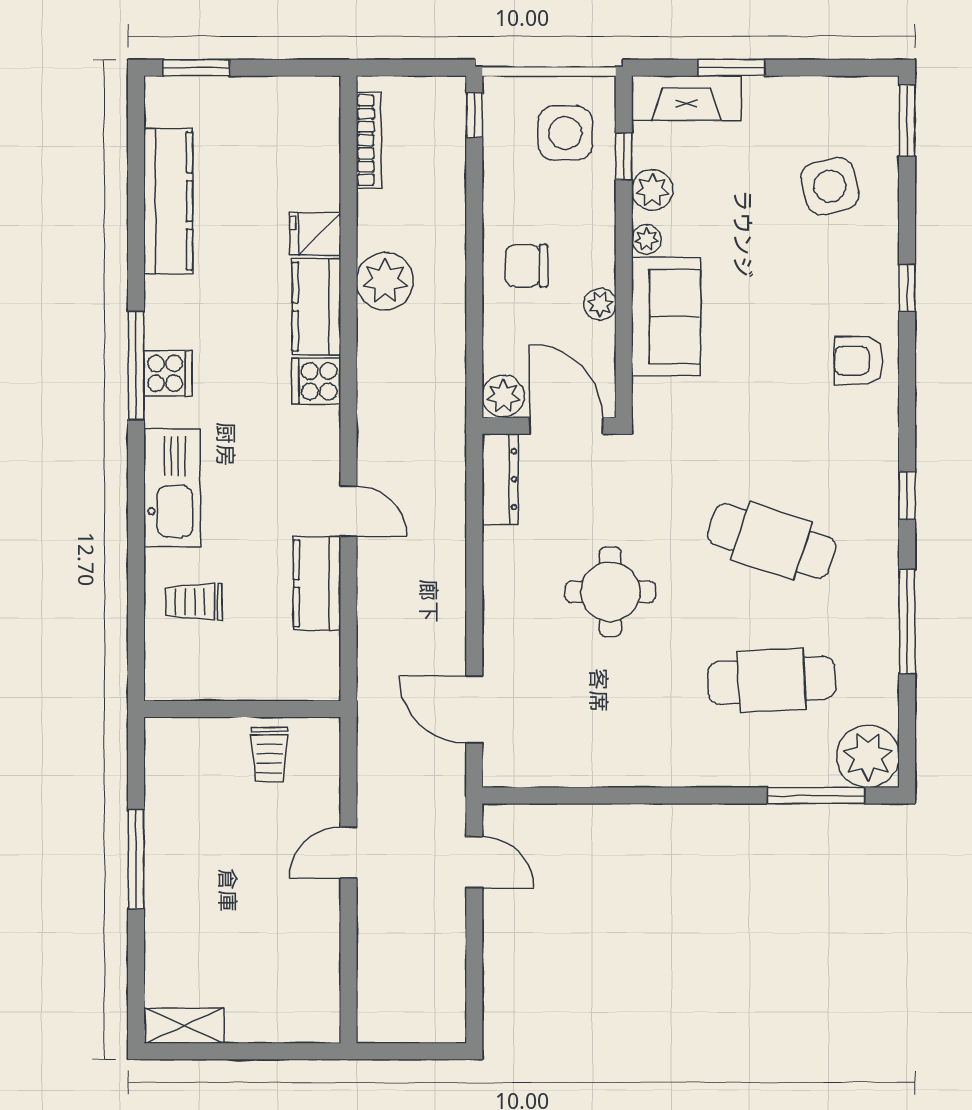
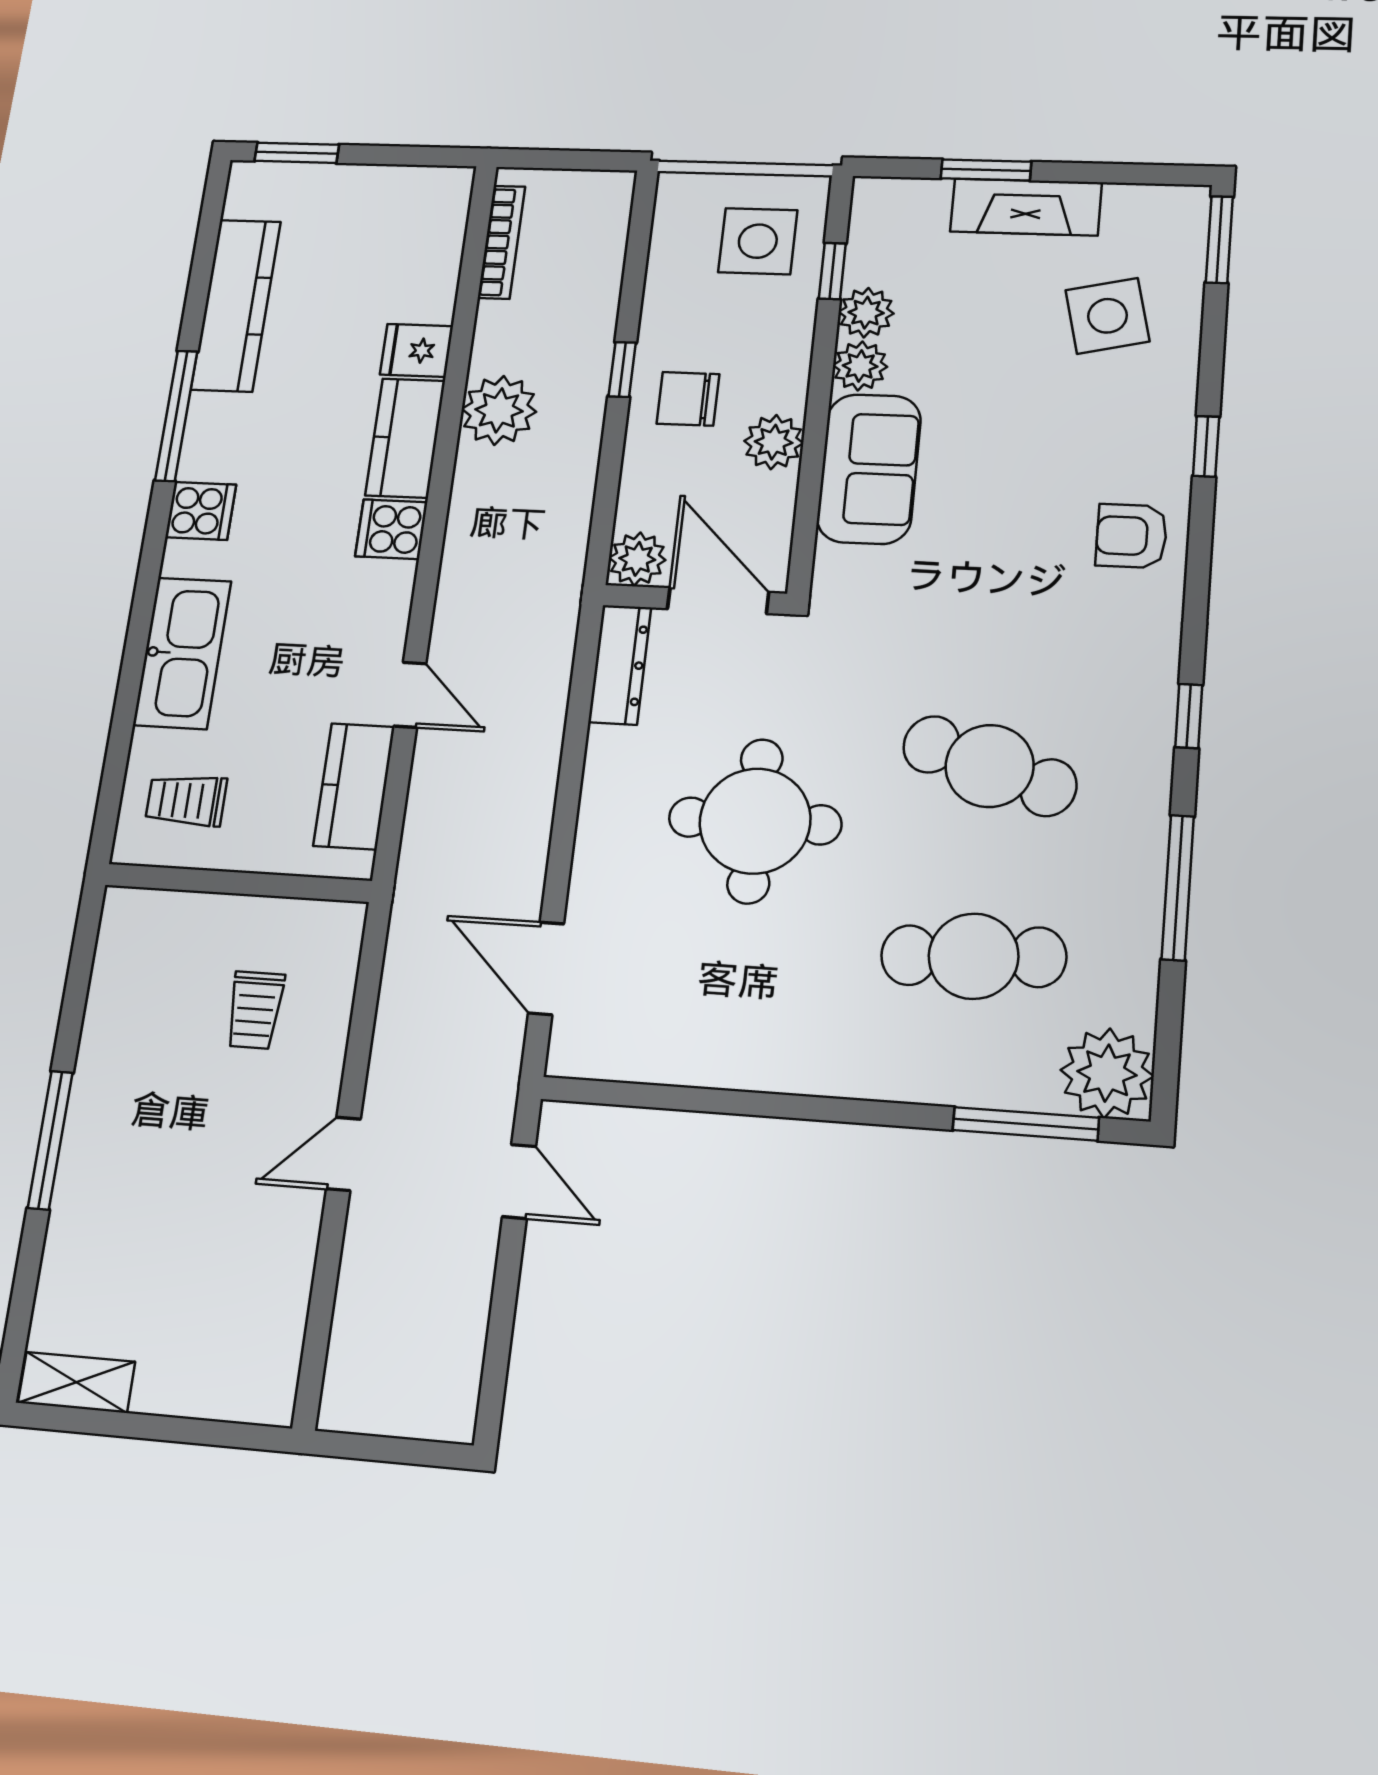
fireplace: (686, 98) -> (1026, 207), moved
window: (474, 115) -> (622, 369), moved
plant: (646, 239) -> (860, 366), width x1.38, depth x1.38
plant: (600, 304) -> (774, 442), width x1.38, depth x1.38
window: (136, 366) -> (176, 416), moved
round table: (610, 592) -> (755, 821), width x1.36, depth x1.36
wall: (242, 709) -> (238, 883), moved

